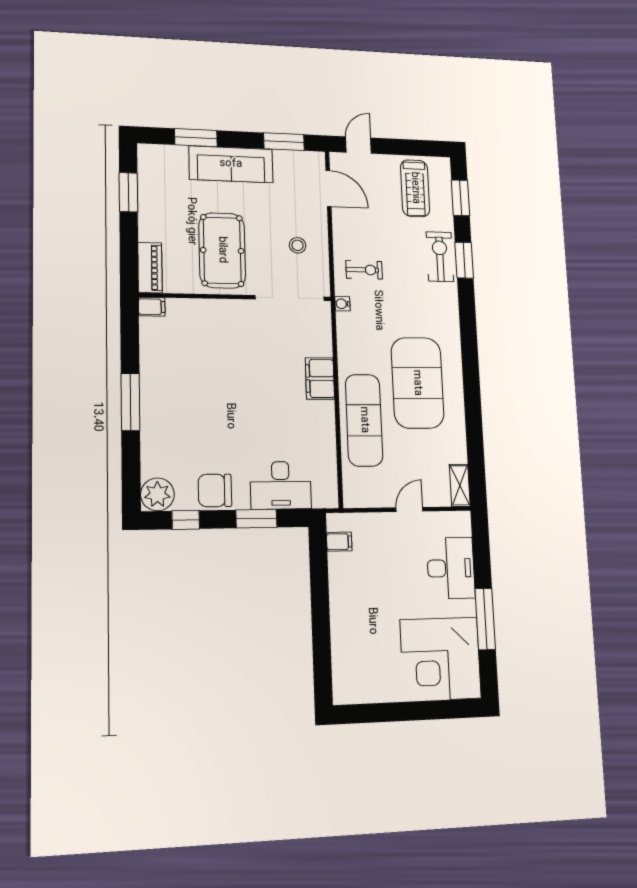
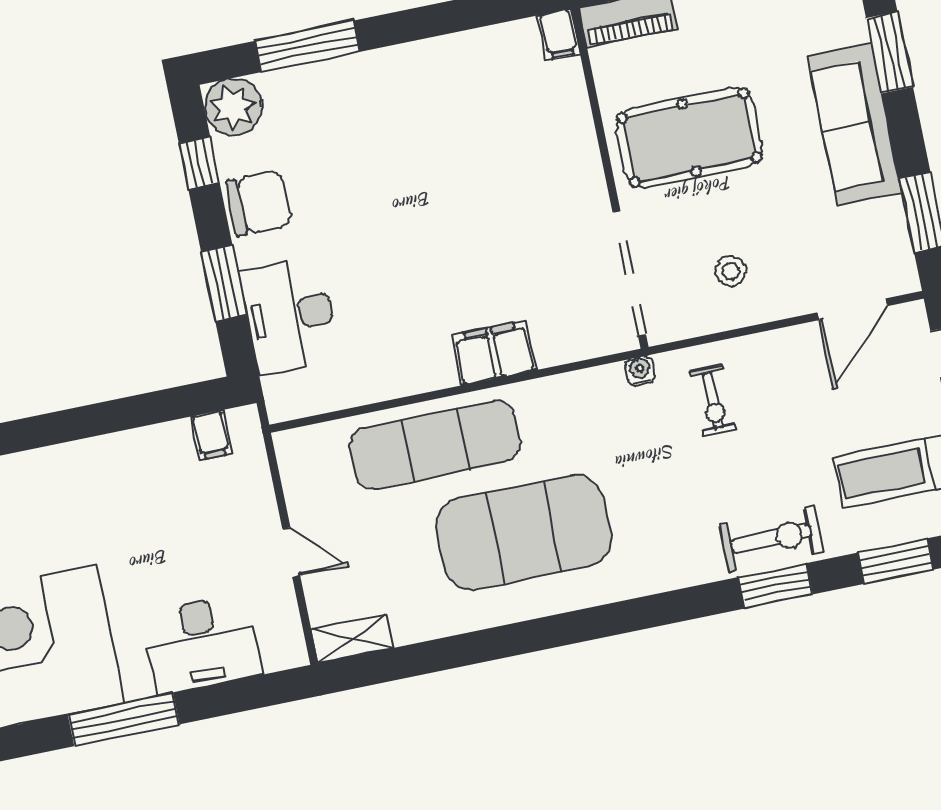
window: (130, 402) -> (307, 46), moved
chair: (215, 490) -> (259, 203), turned 90

